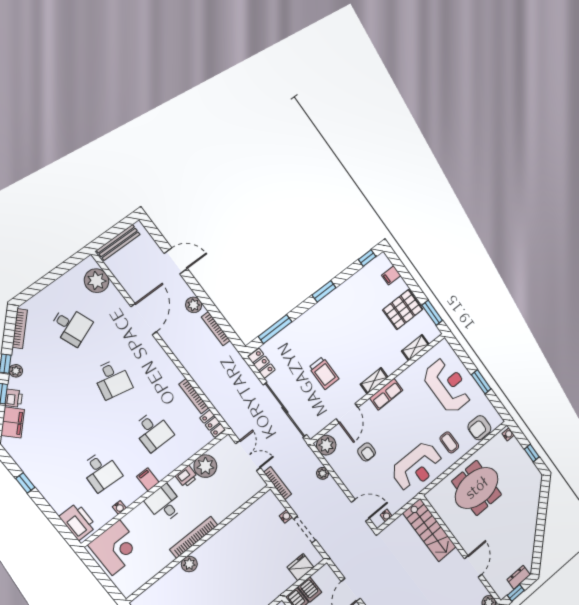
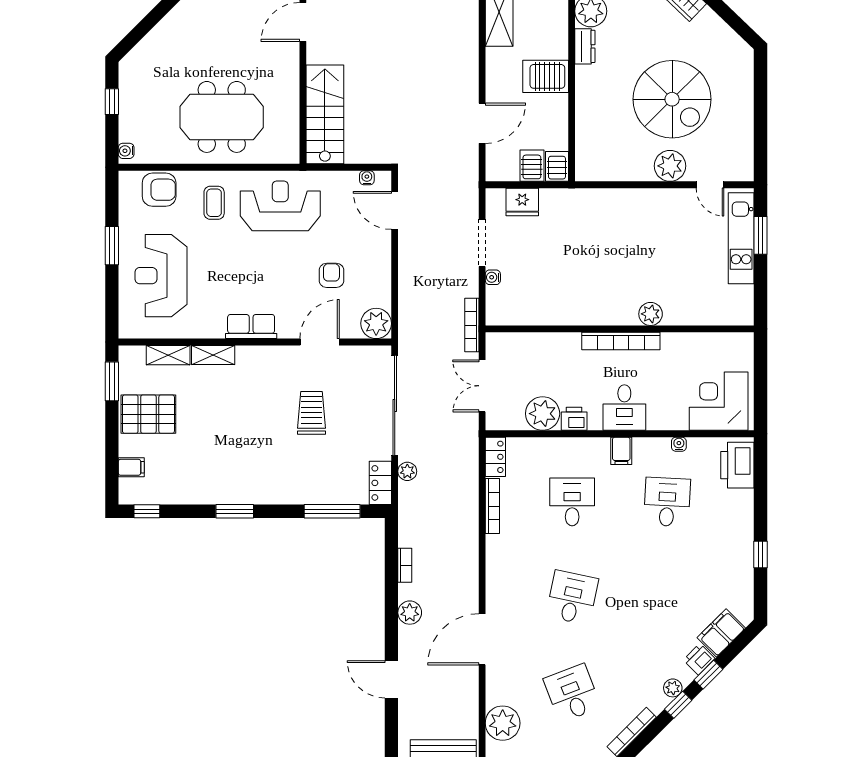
bookcase: (216, 329) -> (405, 565), width x0.64
shelving: (374, 381) -> (213, 355), moved
plant: (323, 473) -> (407, 471), moved

